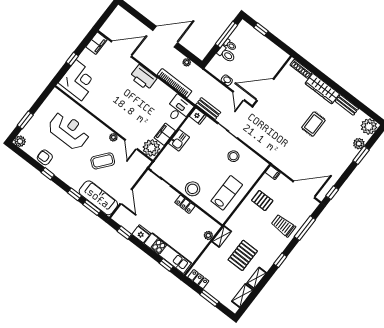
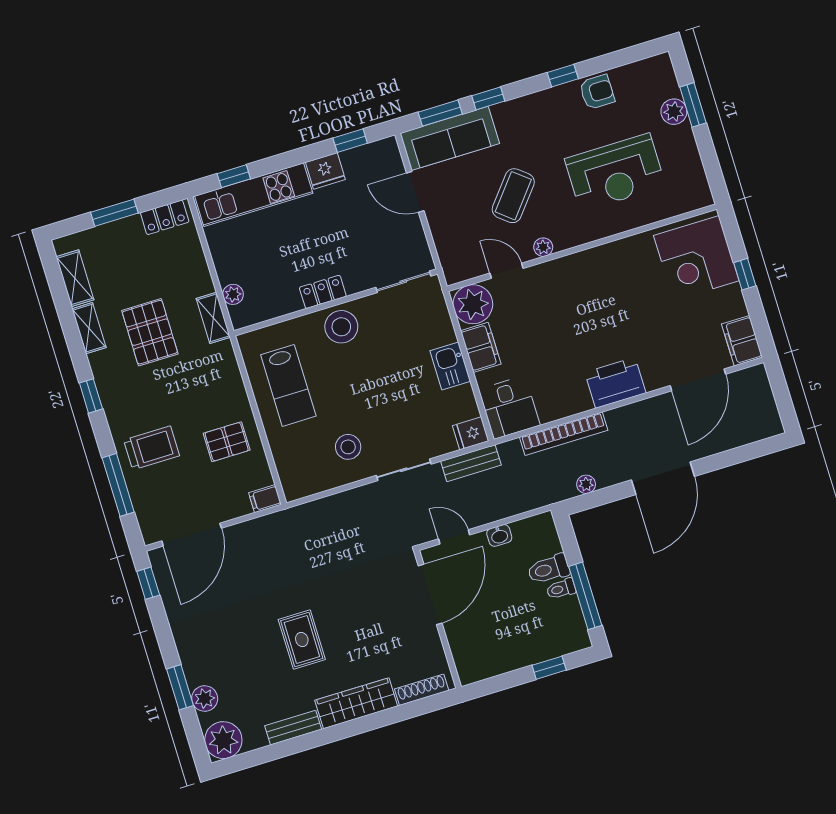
plant: (20, 141) -> (674, 112), moved

